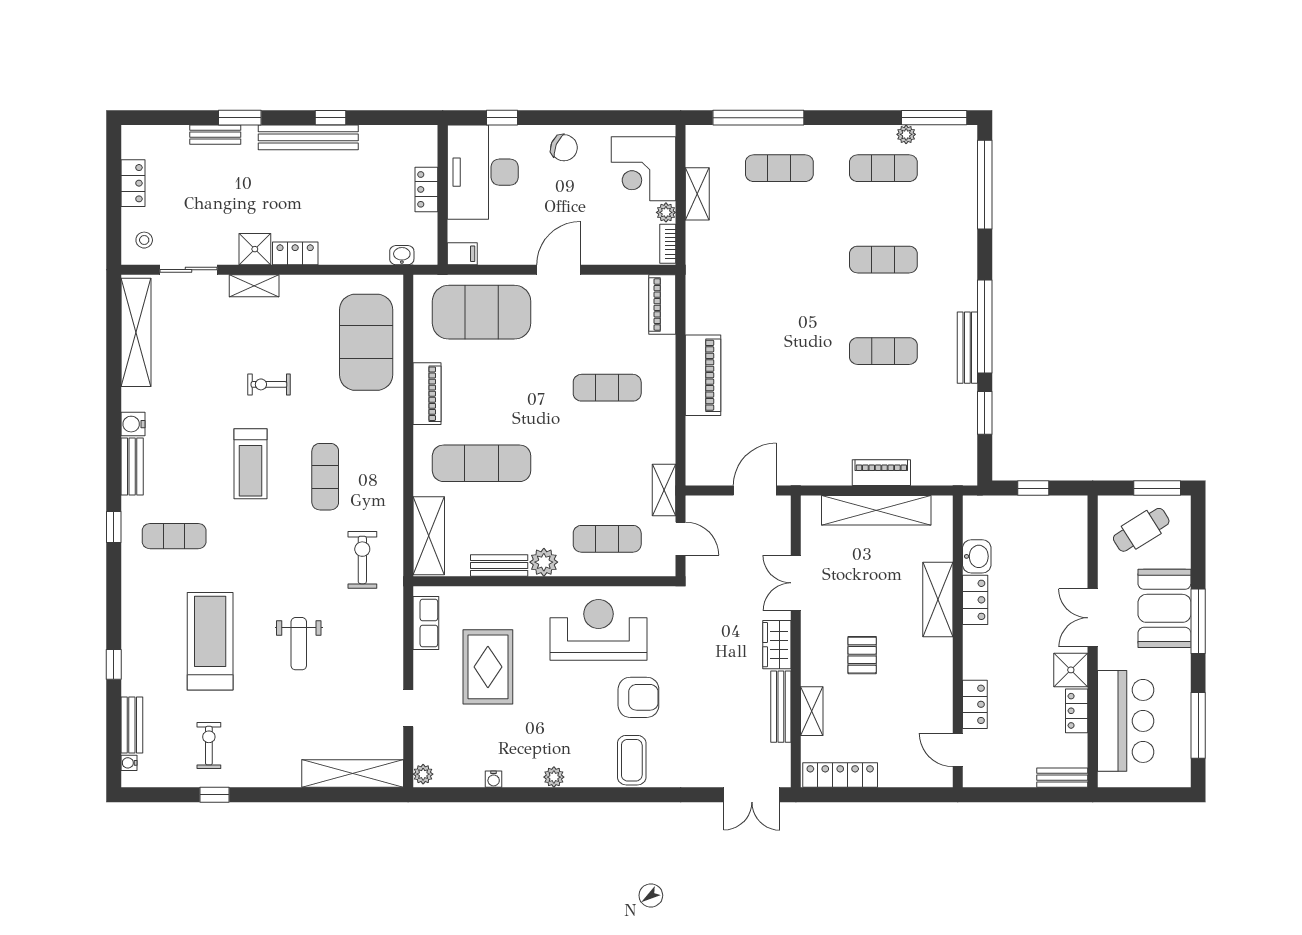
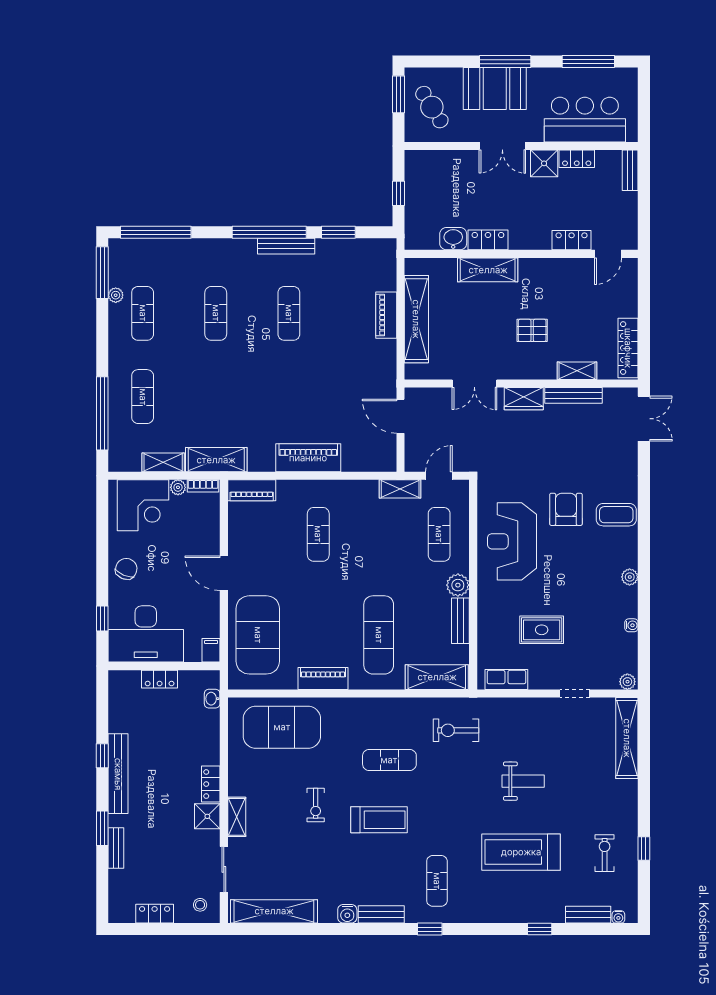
shelving: (701, 260) -> (216, 460), added
rug: (488, 667) -> (542, 630), width x0.73, depth x0.70
exercise bike: (209, 746) -> (605, 853), turned 90

